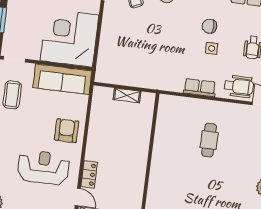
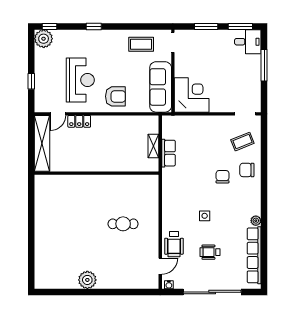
chair: (209, 26) -> (223, 177), moved
corner desk: (70, 38) -> (192, 95), width x0.74, depth x0.74
row of seats: (200, 88) -> (168, 153), moved

